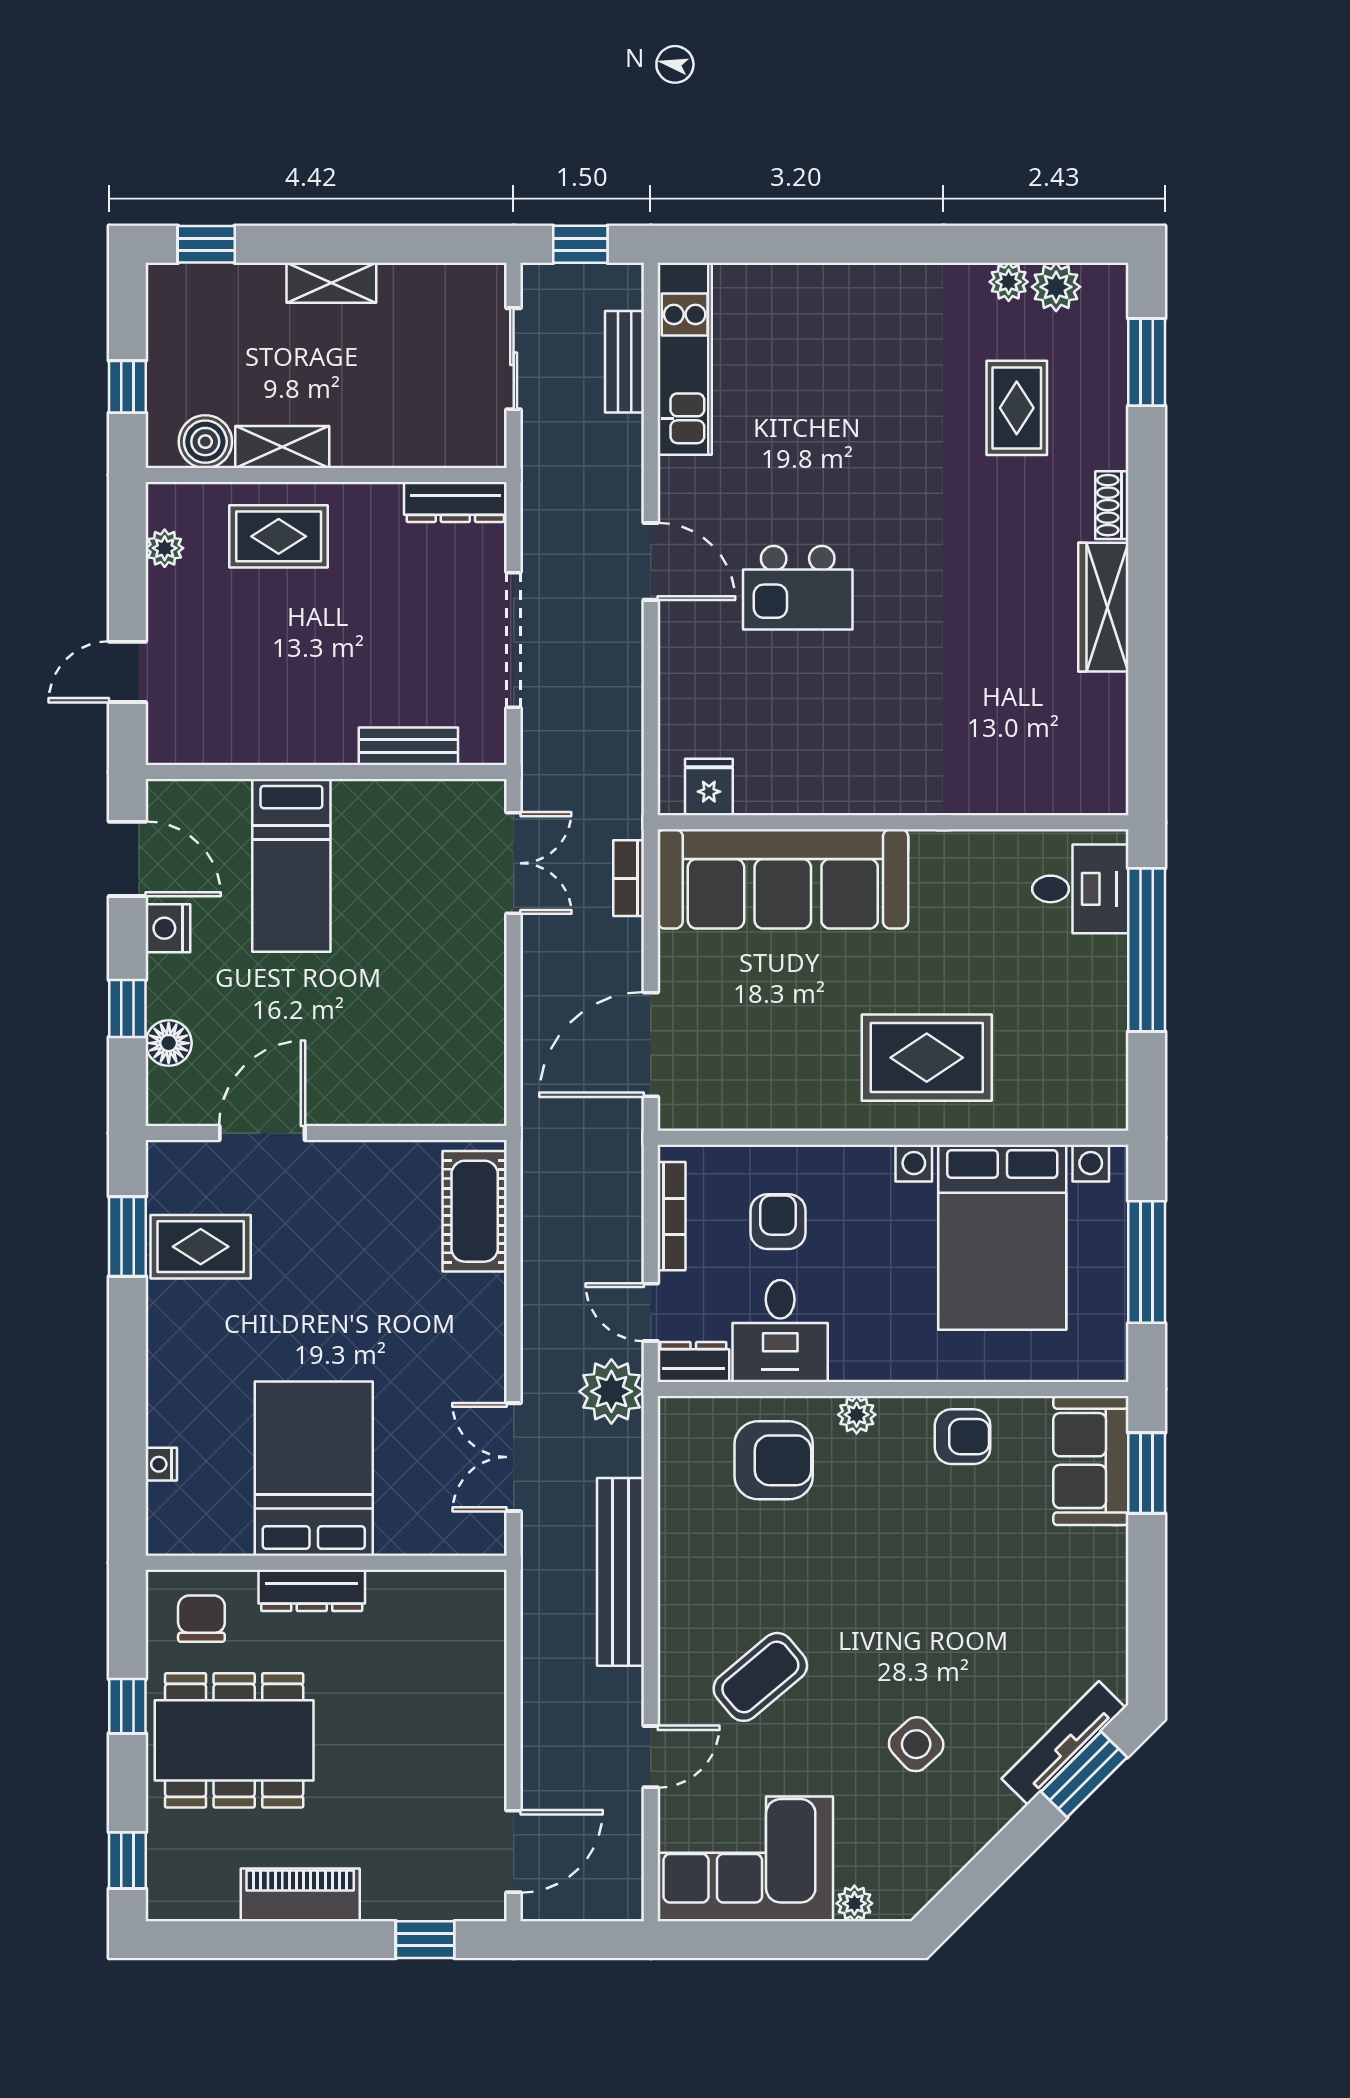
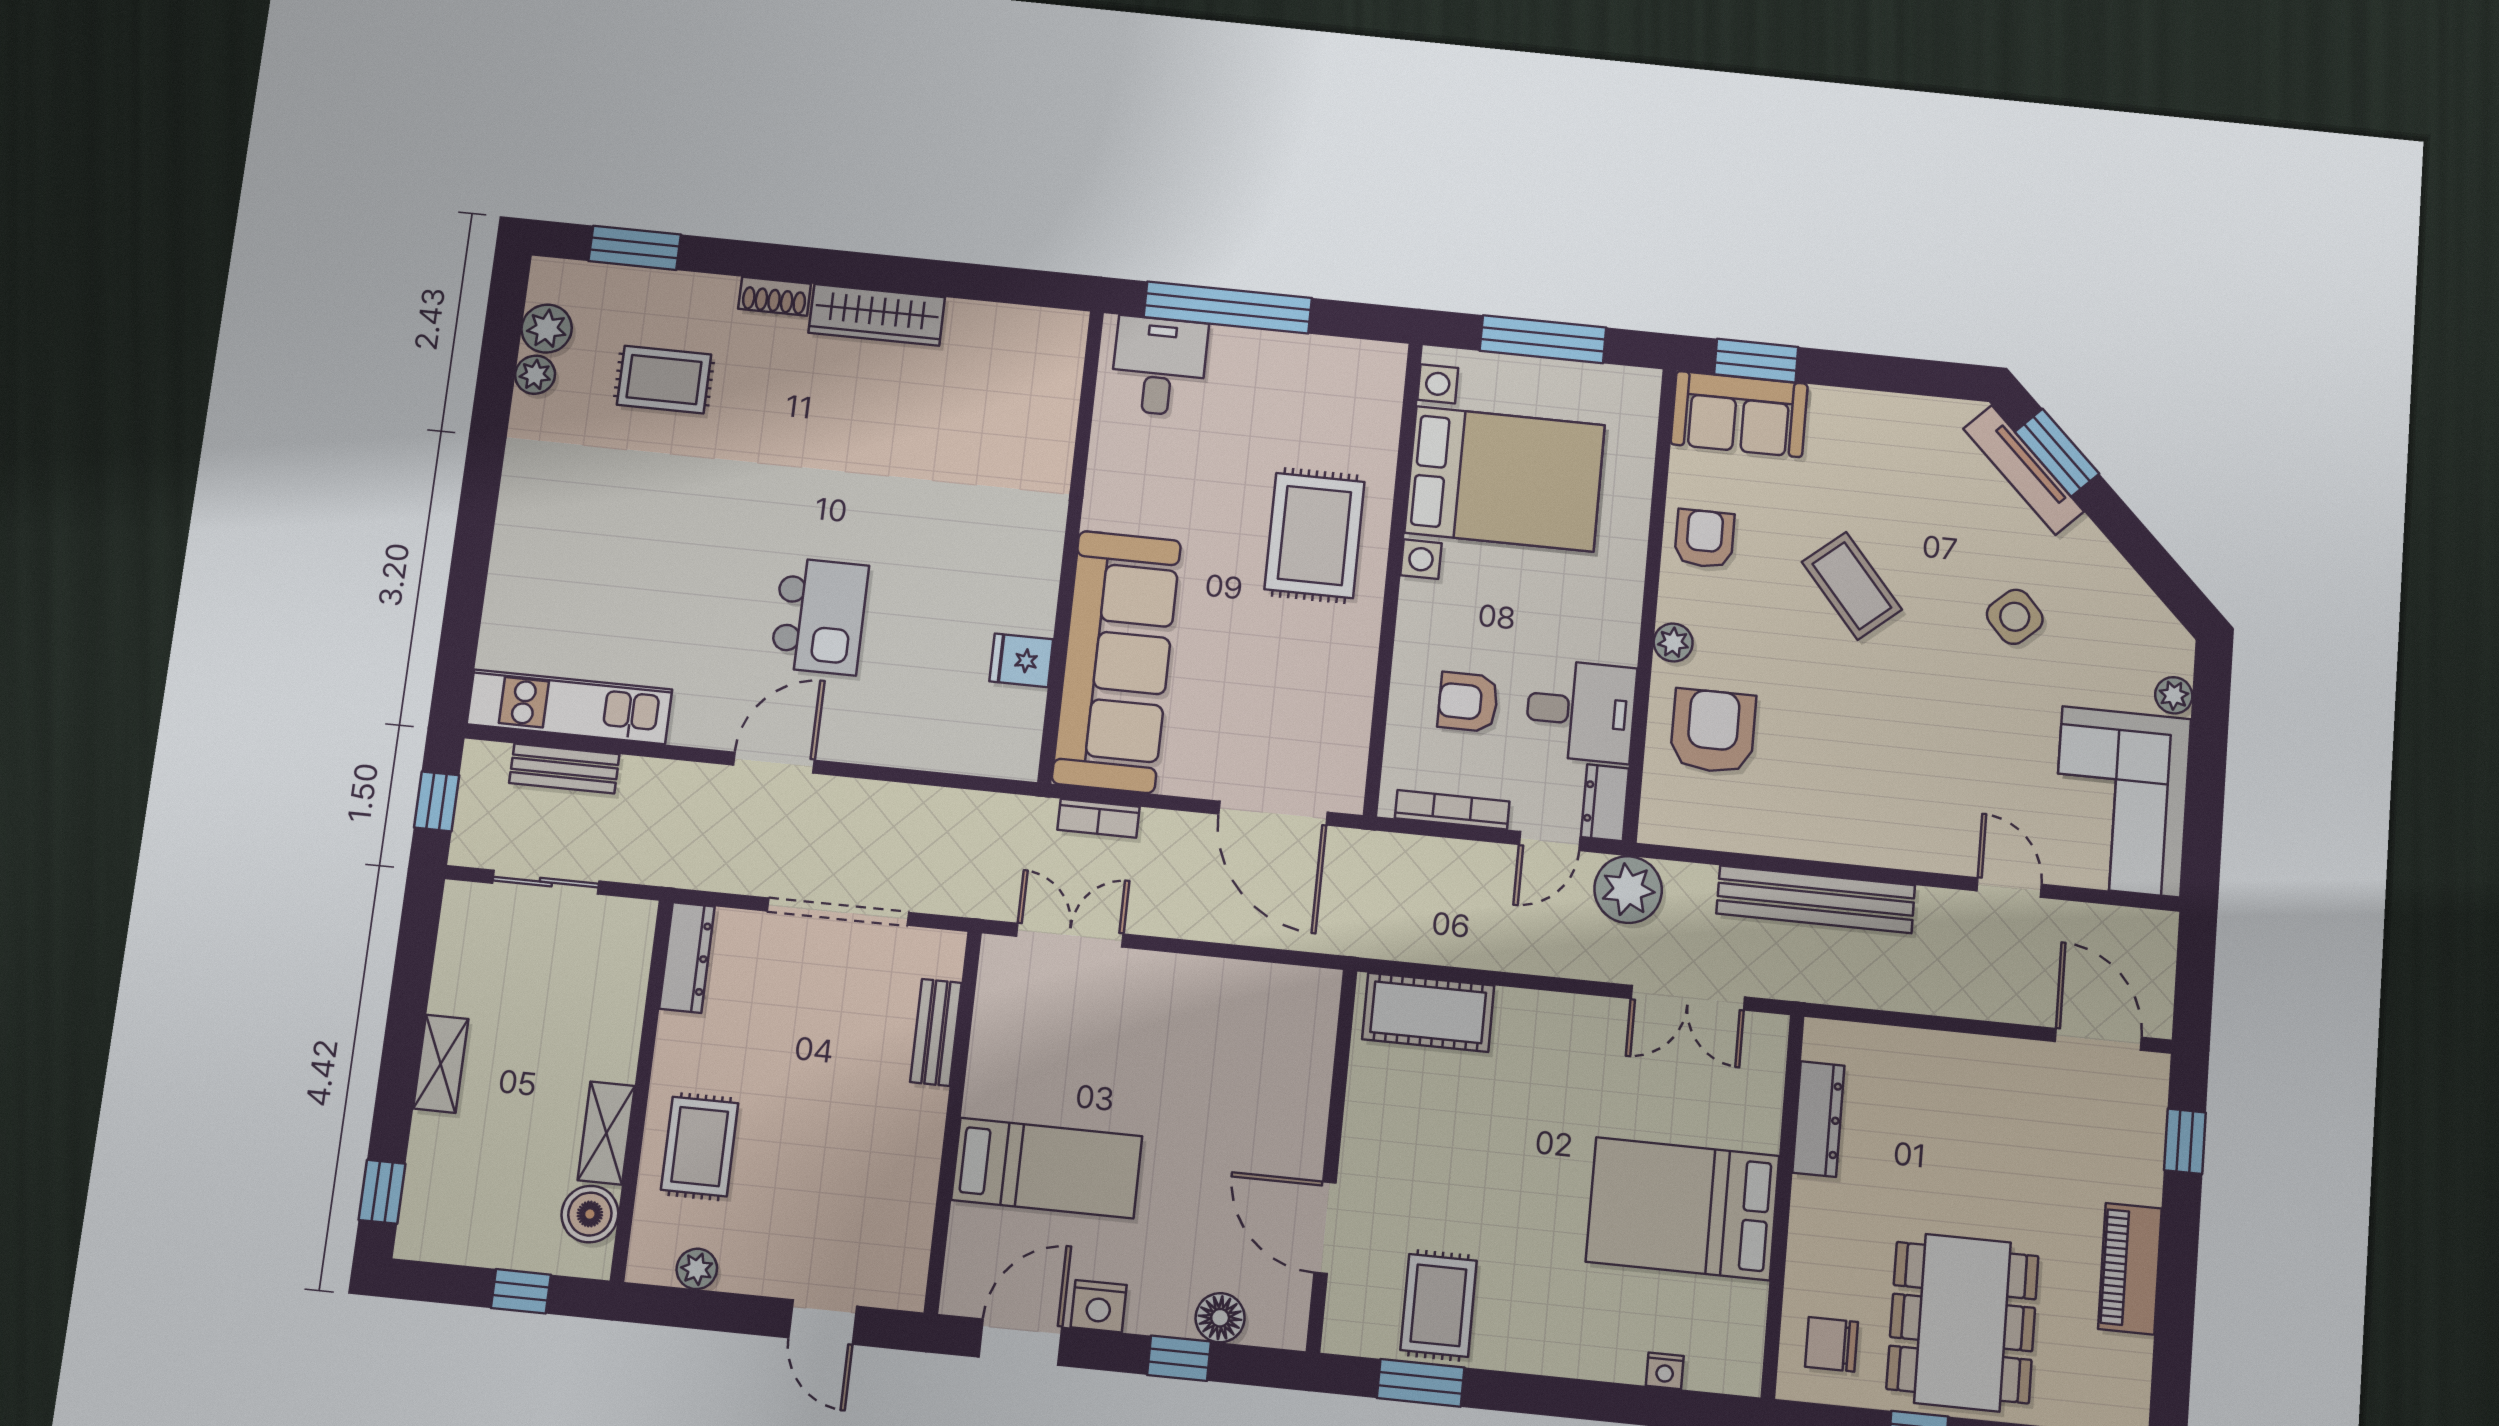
fridge: (709, 787) -> (1021, 660), moved
dresser: (312, 1590) -> (1818, 1119), moved
coffee table: (760, 1677) -> (1852, 586), moved

